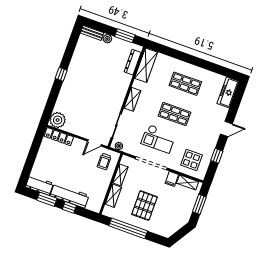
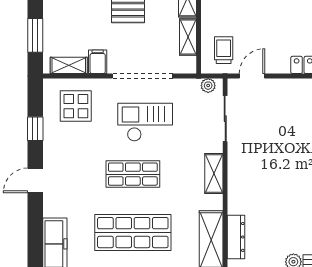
shop shelf: (185, 84) -> (133, 233), width x1.43, depth x1.36

